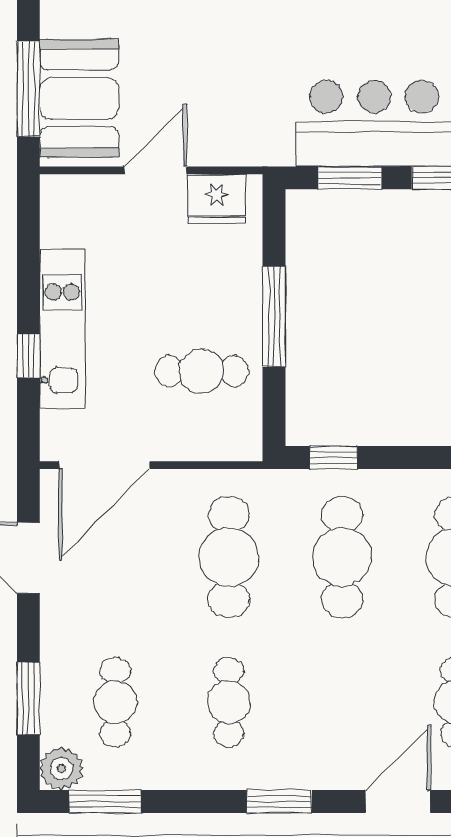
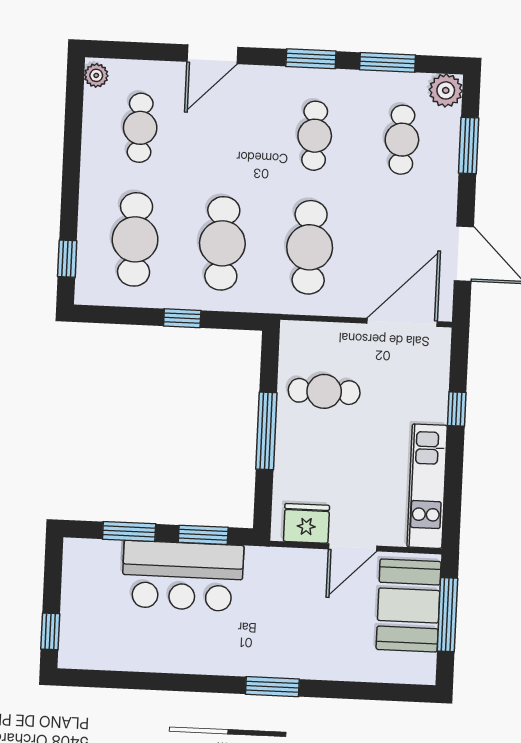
kitchen unit: (62, 329) -> (427, 486), moved
window: (334, 458) -> (182, 318), moved
window: (105, 802) -> (387, 62), moved
window: (279, 802) -> (311, 59), moved
door: (398, 802) -> (212, 54), moved

